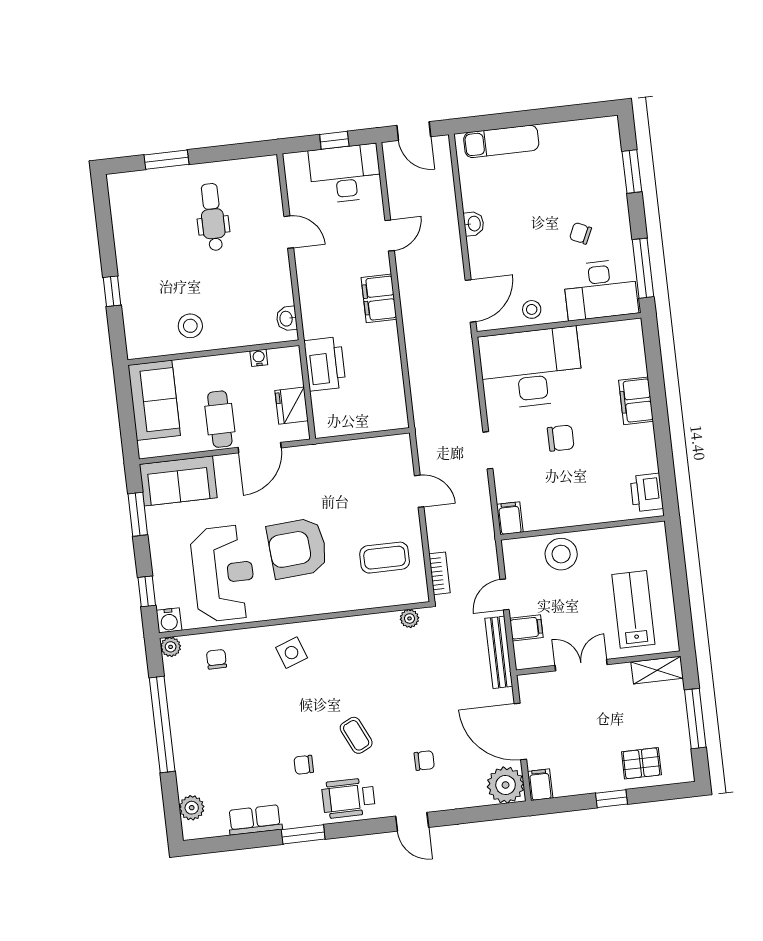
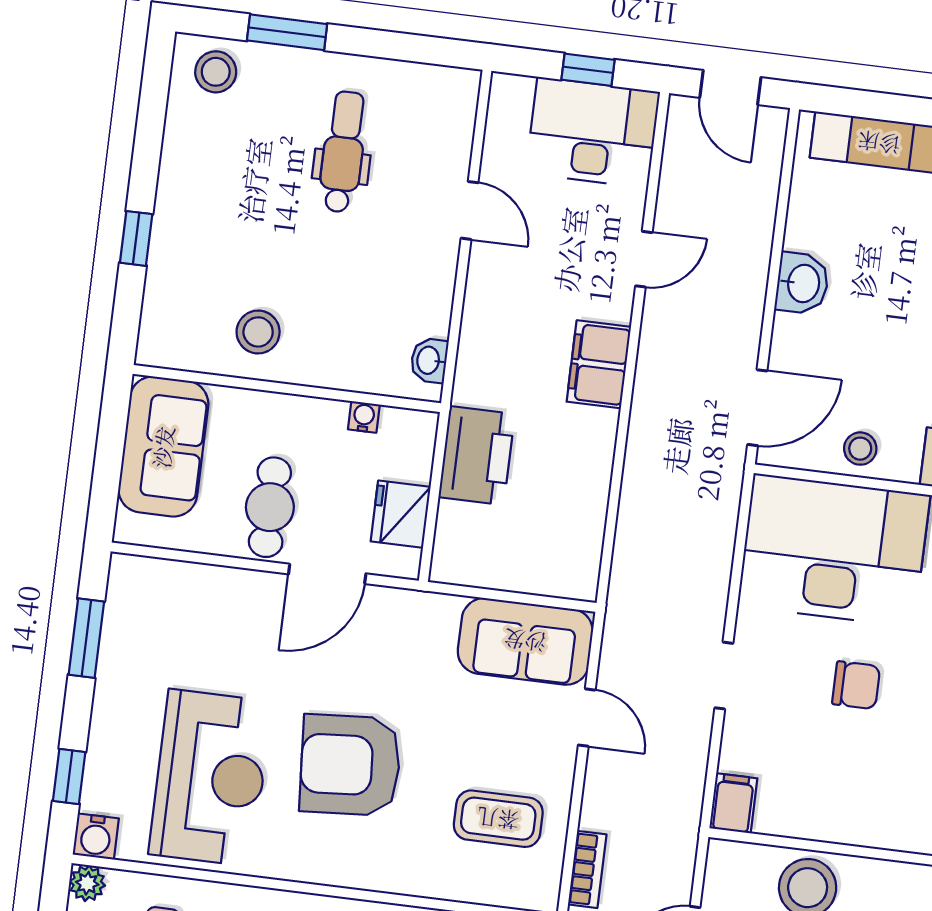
stool: (133, 191) -> (216, 72), added
washbasin: (474, 224) -> (802, 283), width x1.38, depth x1.45
sofa: (178, 481) -> (525, 641), moved

